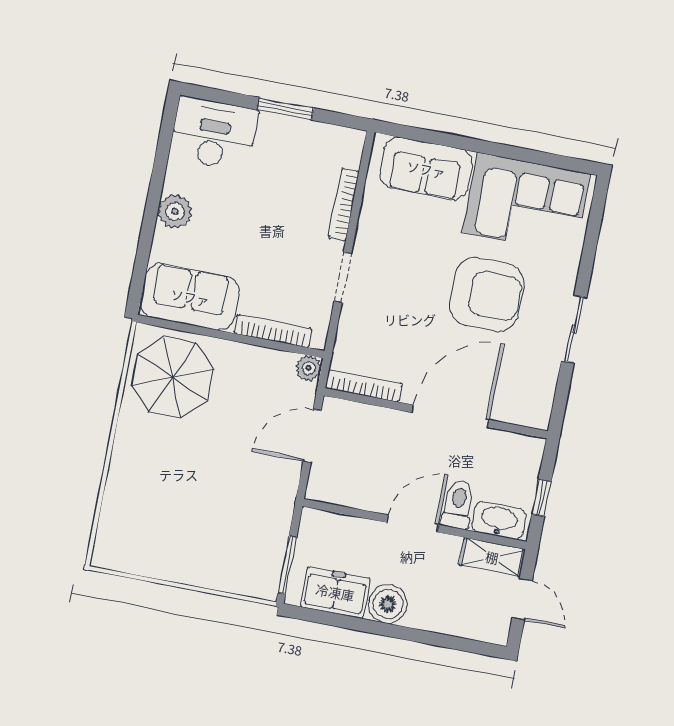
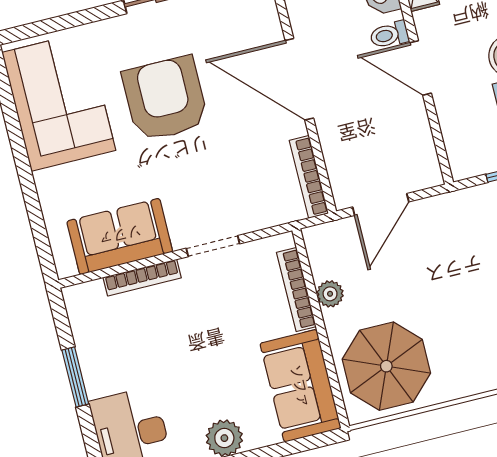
sofa: (426, 169) -> (120, 236), moved, turned -90
plant: (309, 368) -> (330, 294), moved
door: (312, 436) -> (381, 204), hinge flipped
toilet: (458, 504) -> (389, 35), width x0.73, depth x0.72

